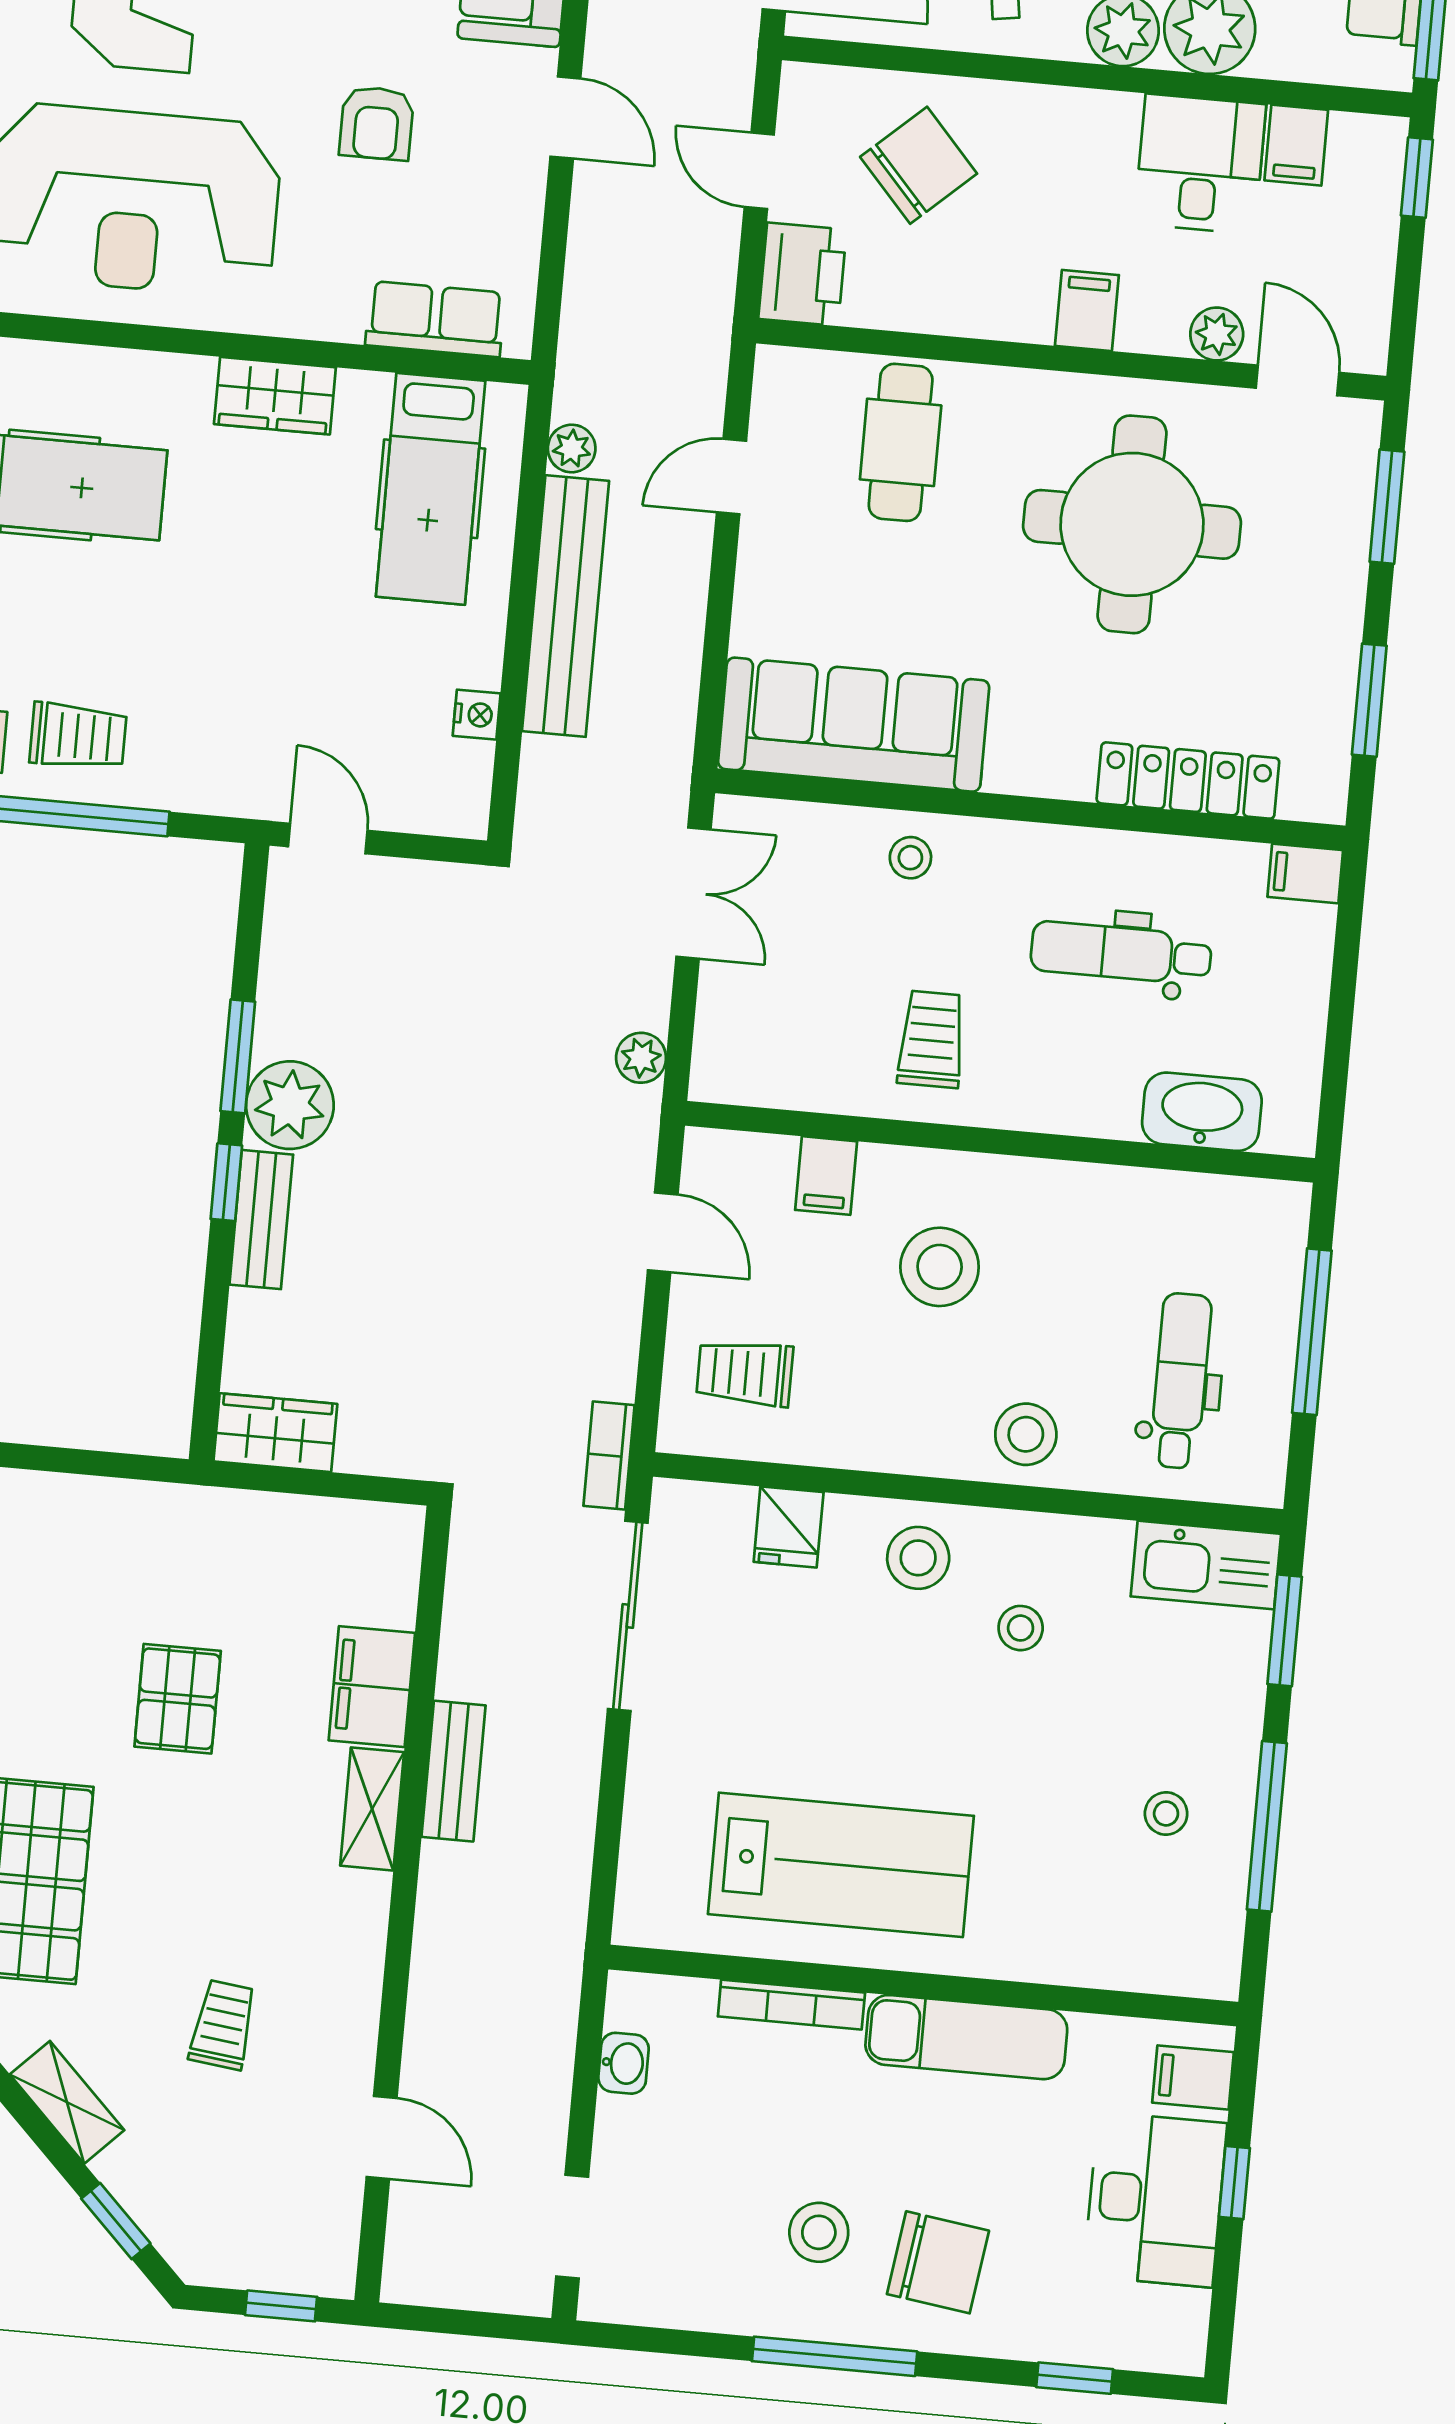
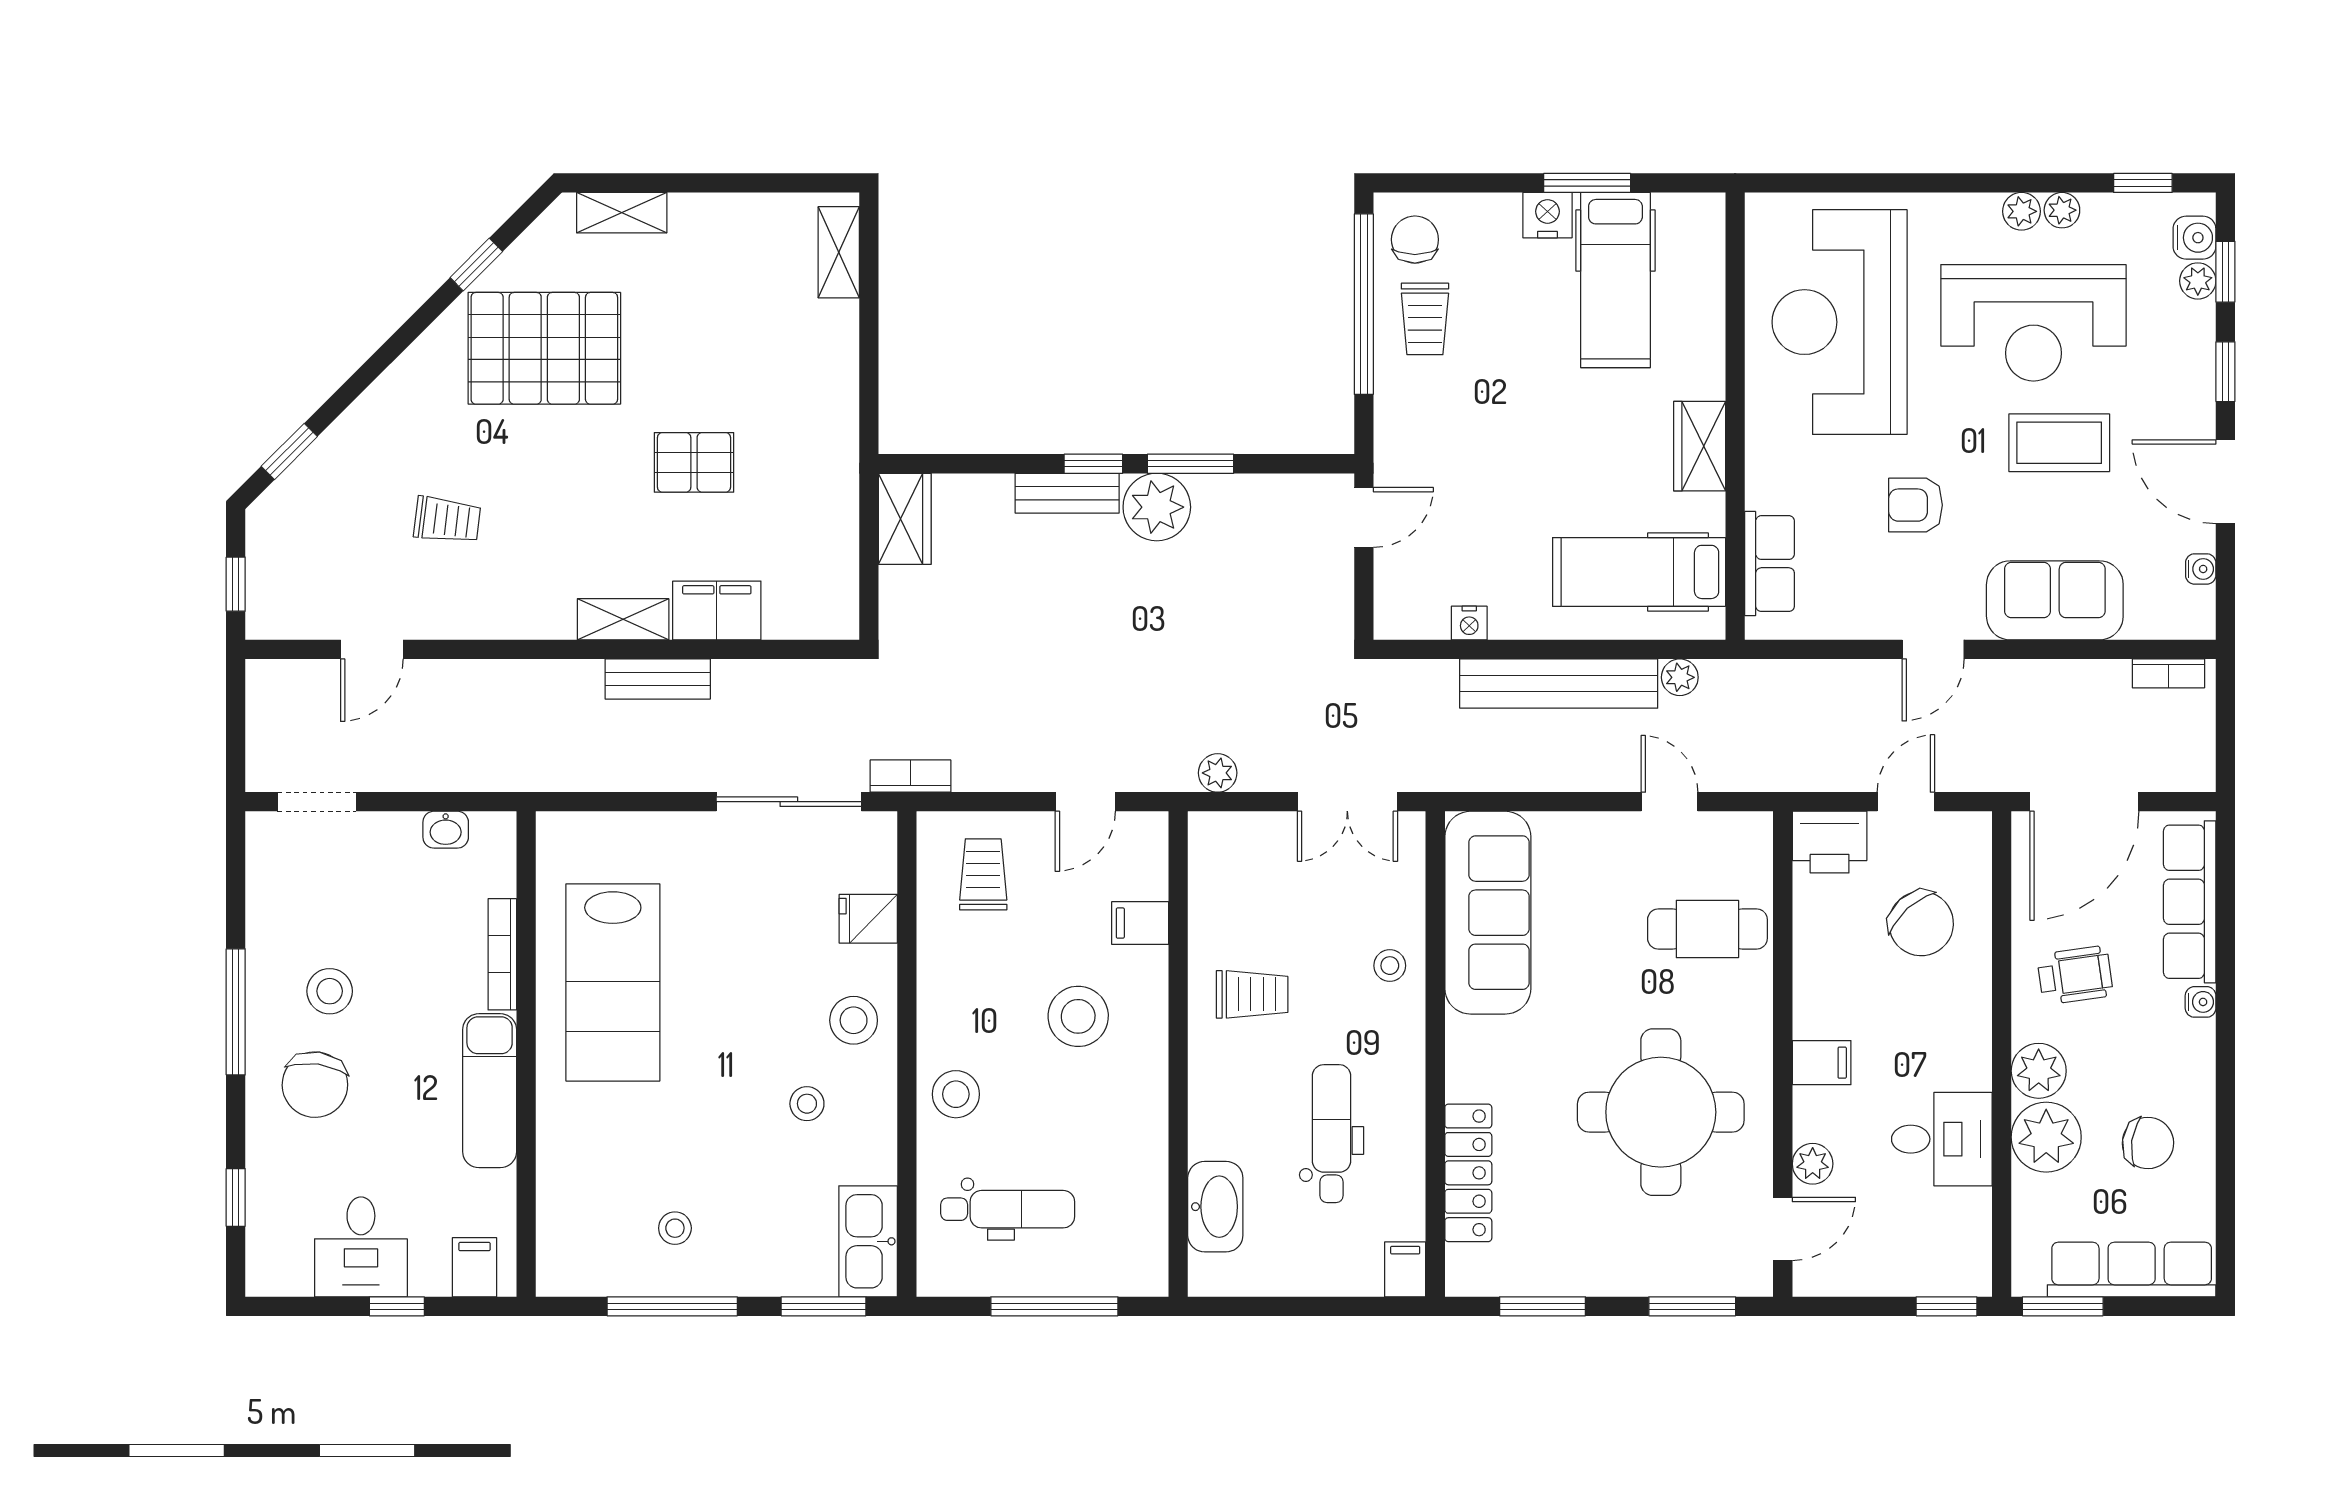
filing cabinet: (1296, 145) -> (1963, 1212), removed
shelving: (67, 2102) -> (377, 406), removed
desk: (1155, 2200) -> (361, 1247), width x0.73

